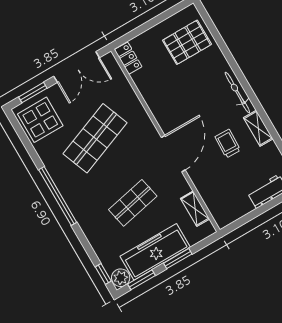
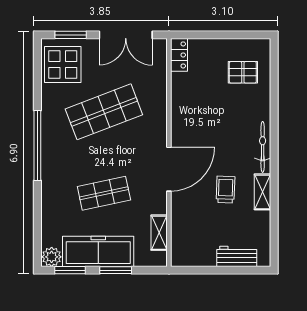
pallet: (187, 42) -> (243, 72), width x0.67, depth x0.71
window: (103, 274) -> (37, 244), removed

